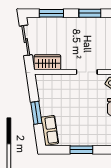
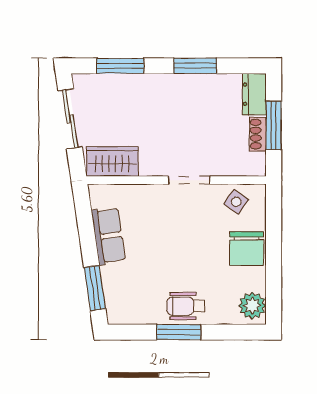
window: (36, 113) -> (95, 288), moved
row of seats: (50, 130) -> (108, 236), moved
wheelchair: (85, 136) -> (186, 306), added

